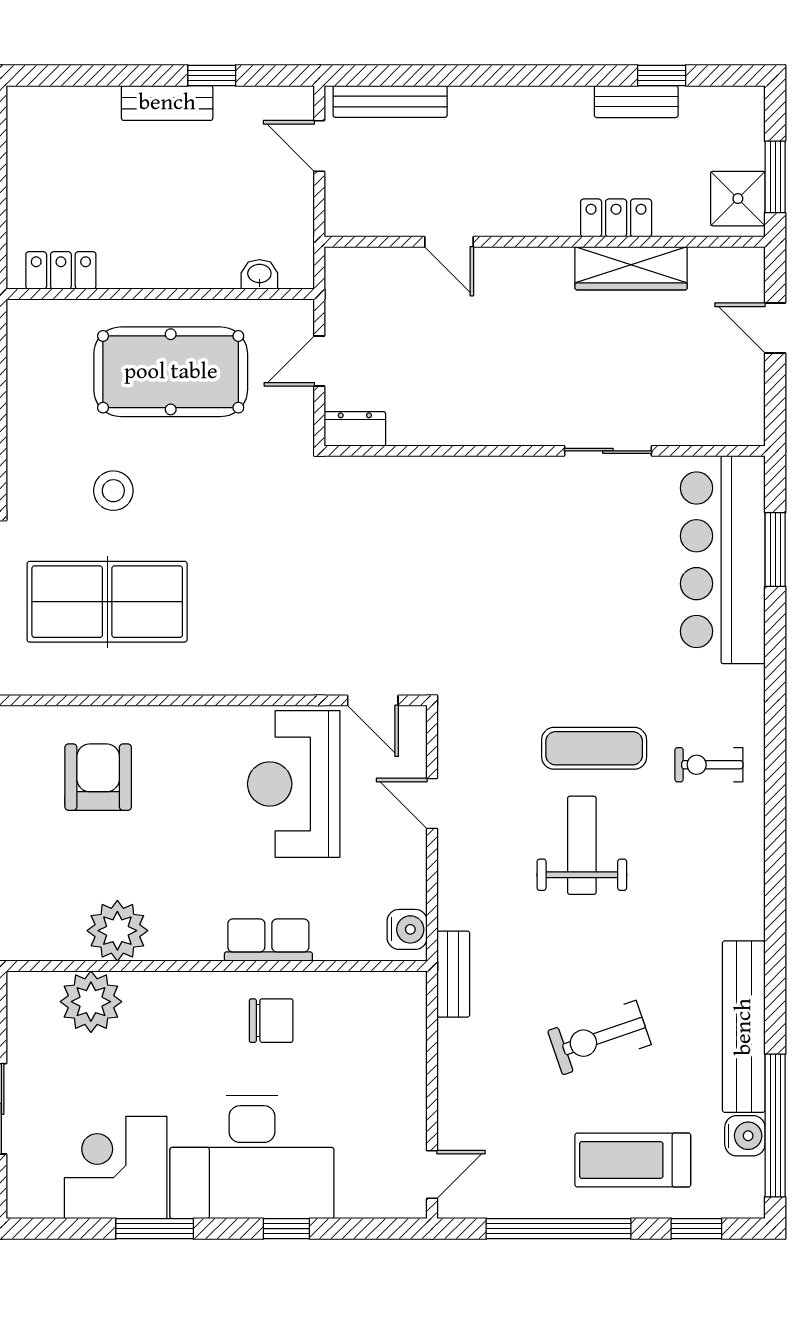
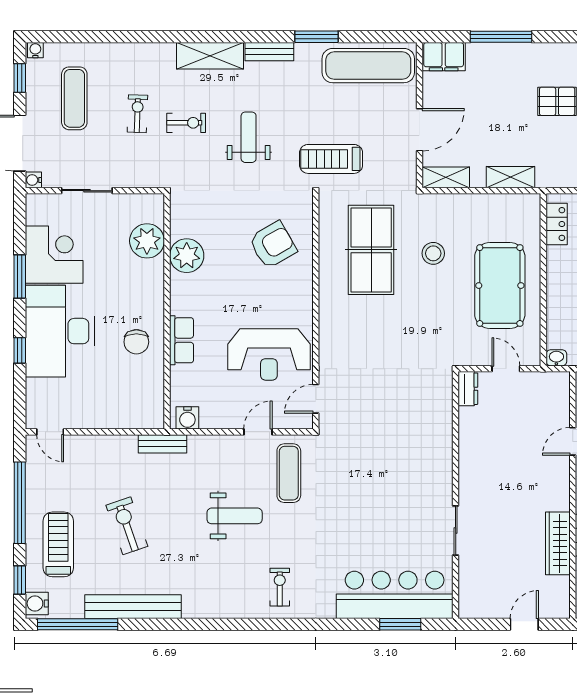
washbasin: (259, 274) -> (556, 358), moved, turned -90
exercise mat: (594, 748) -> (289, 473), moved
armchair: (98, 777) -> (273, 245), turned -30
reception desk: (294, 784) -> (269, 354), turned 180
water cooler: (745, 1136) -> (37, 603), moved, turned 90

